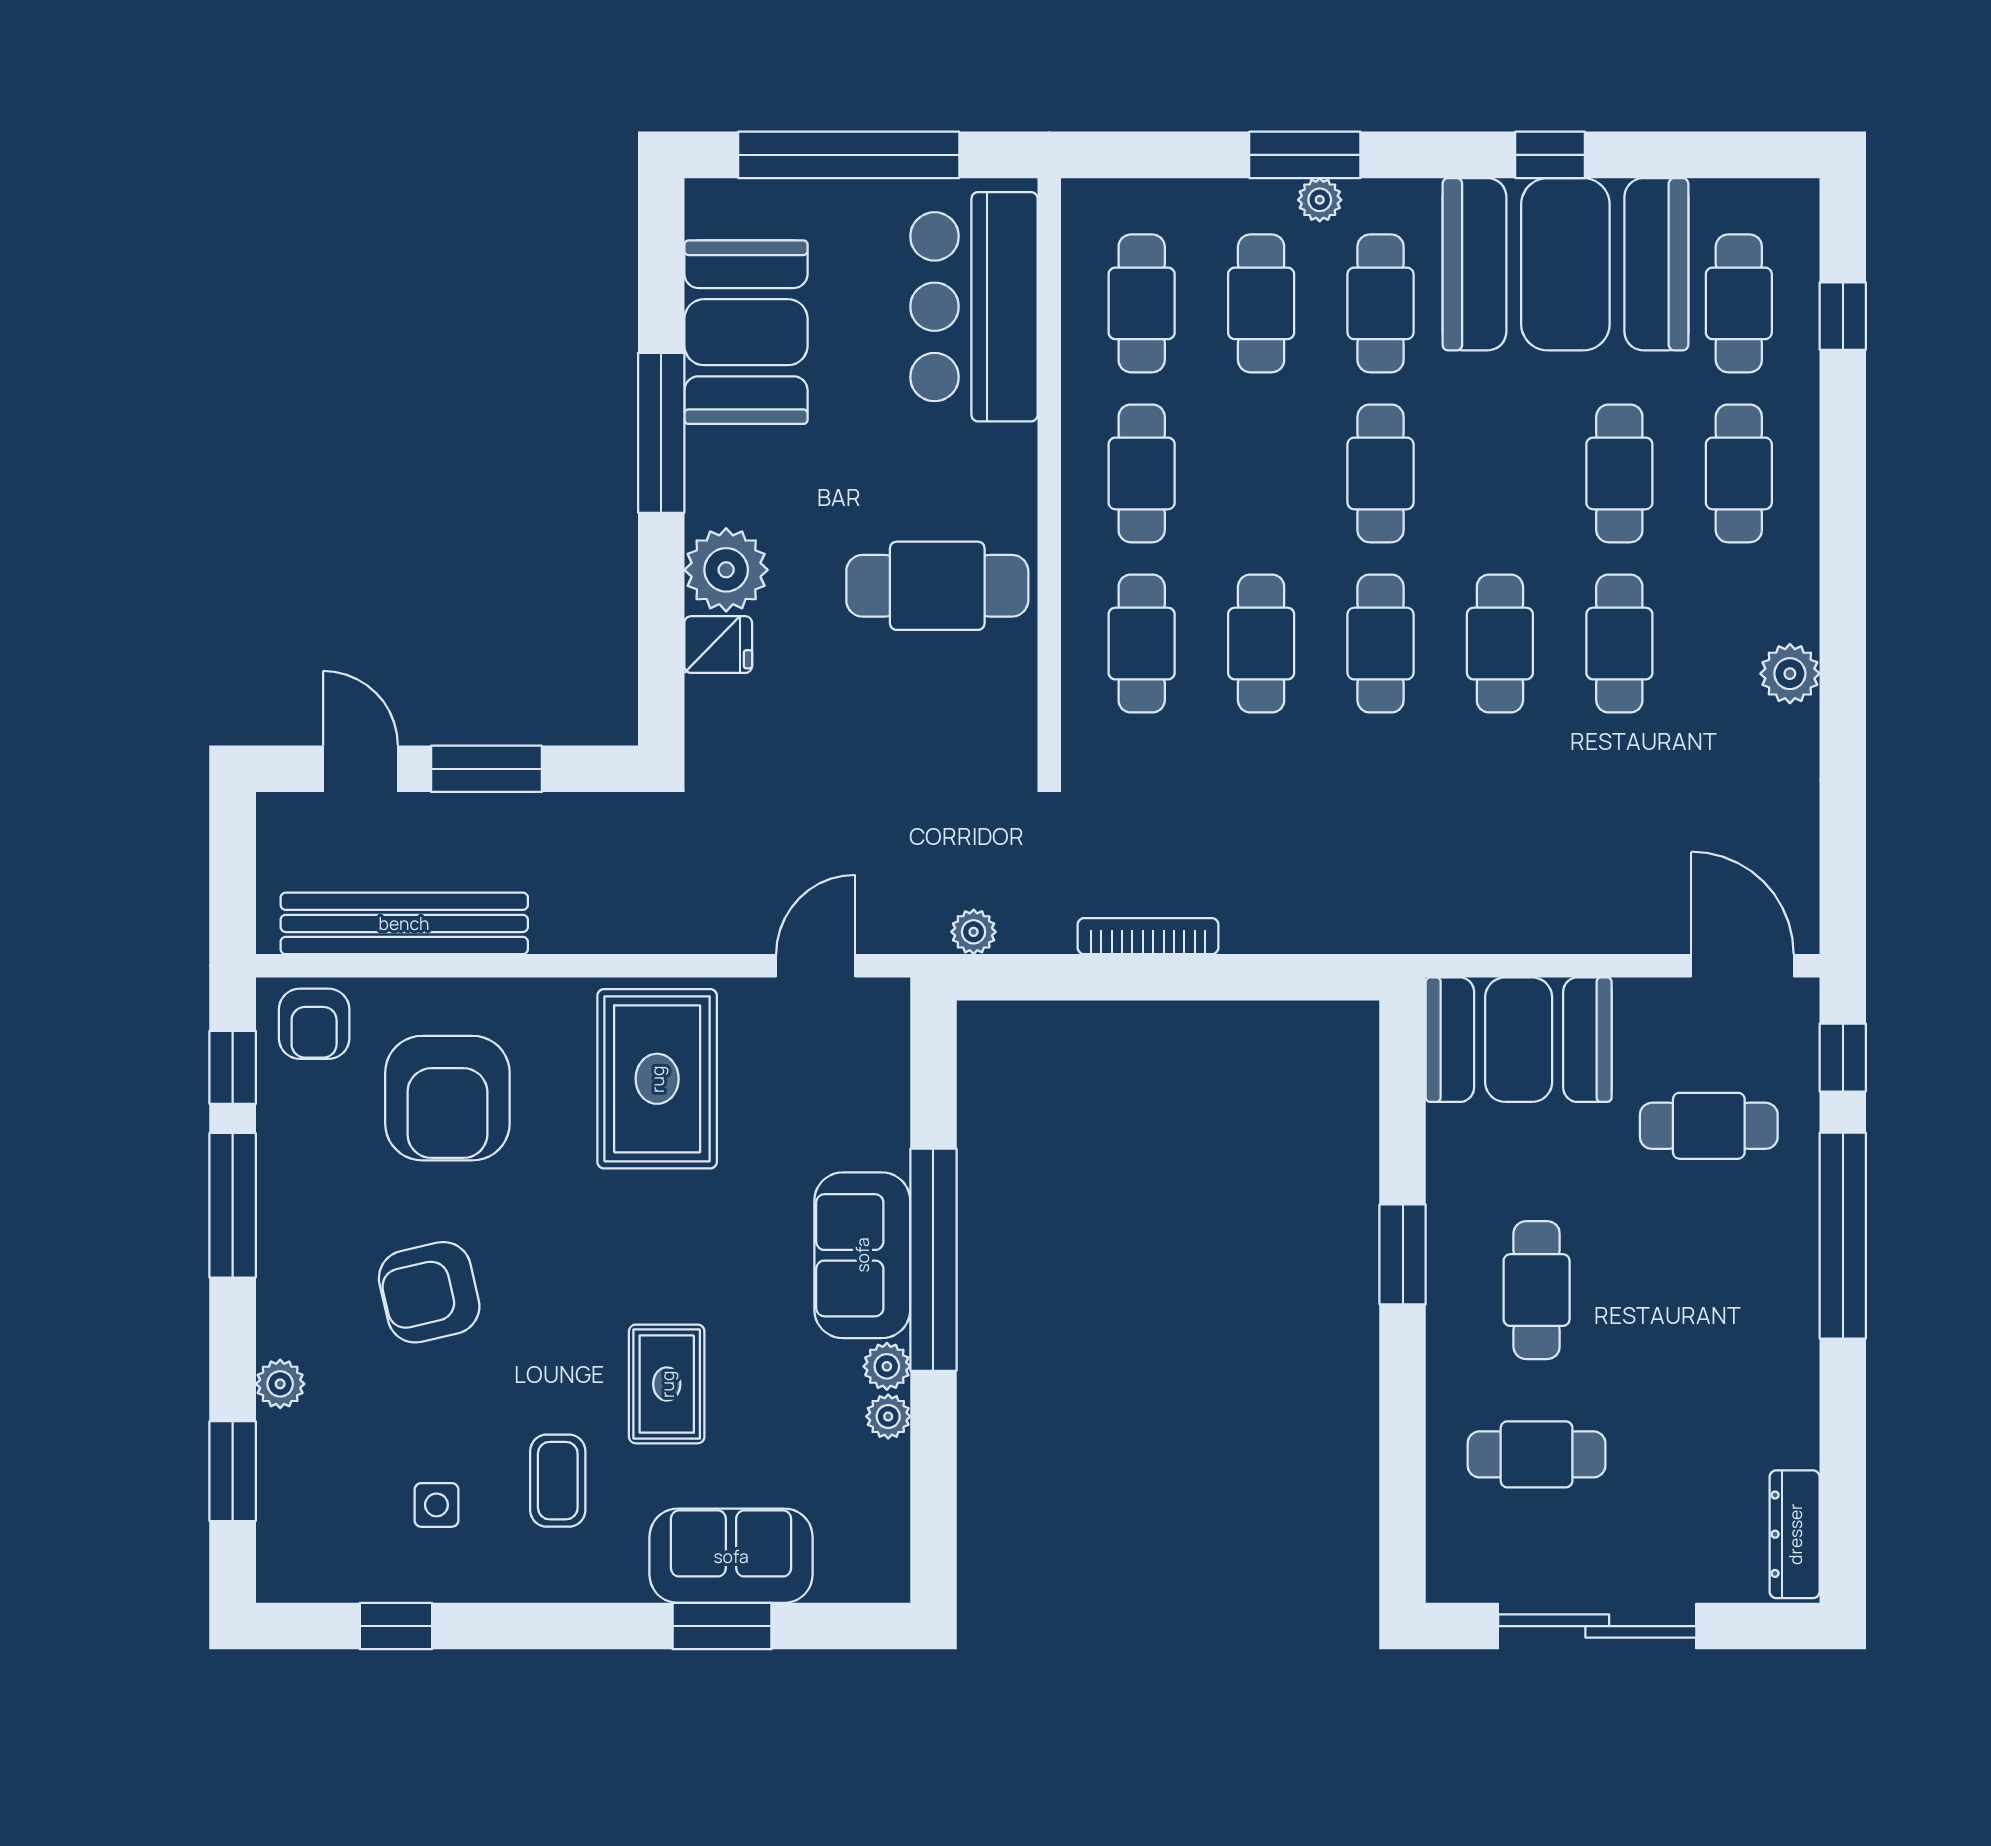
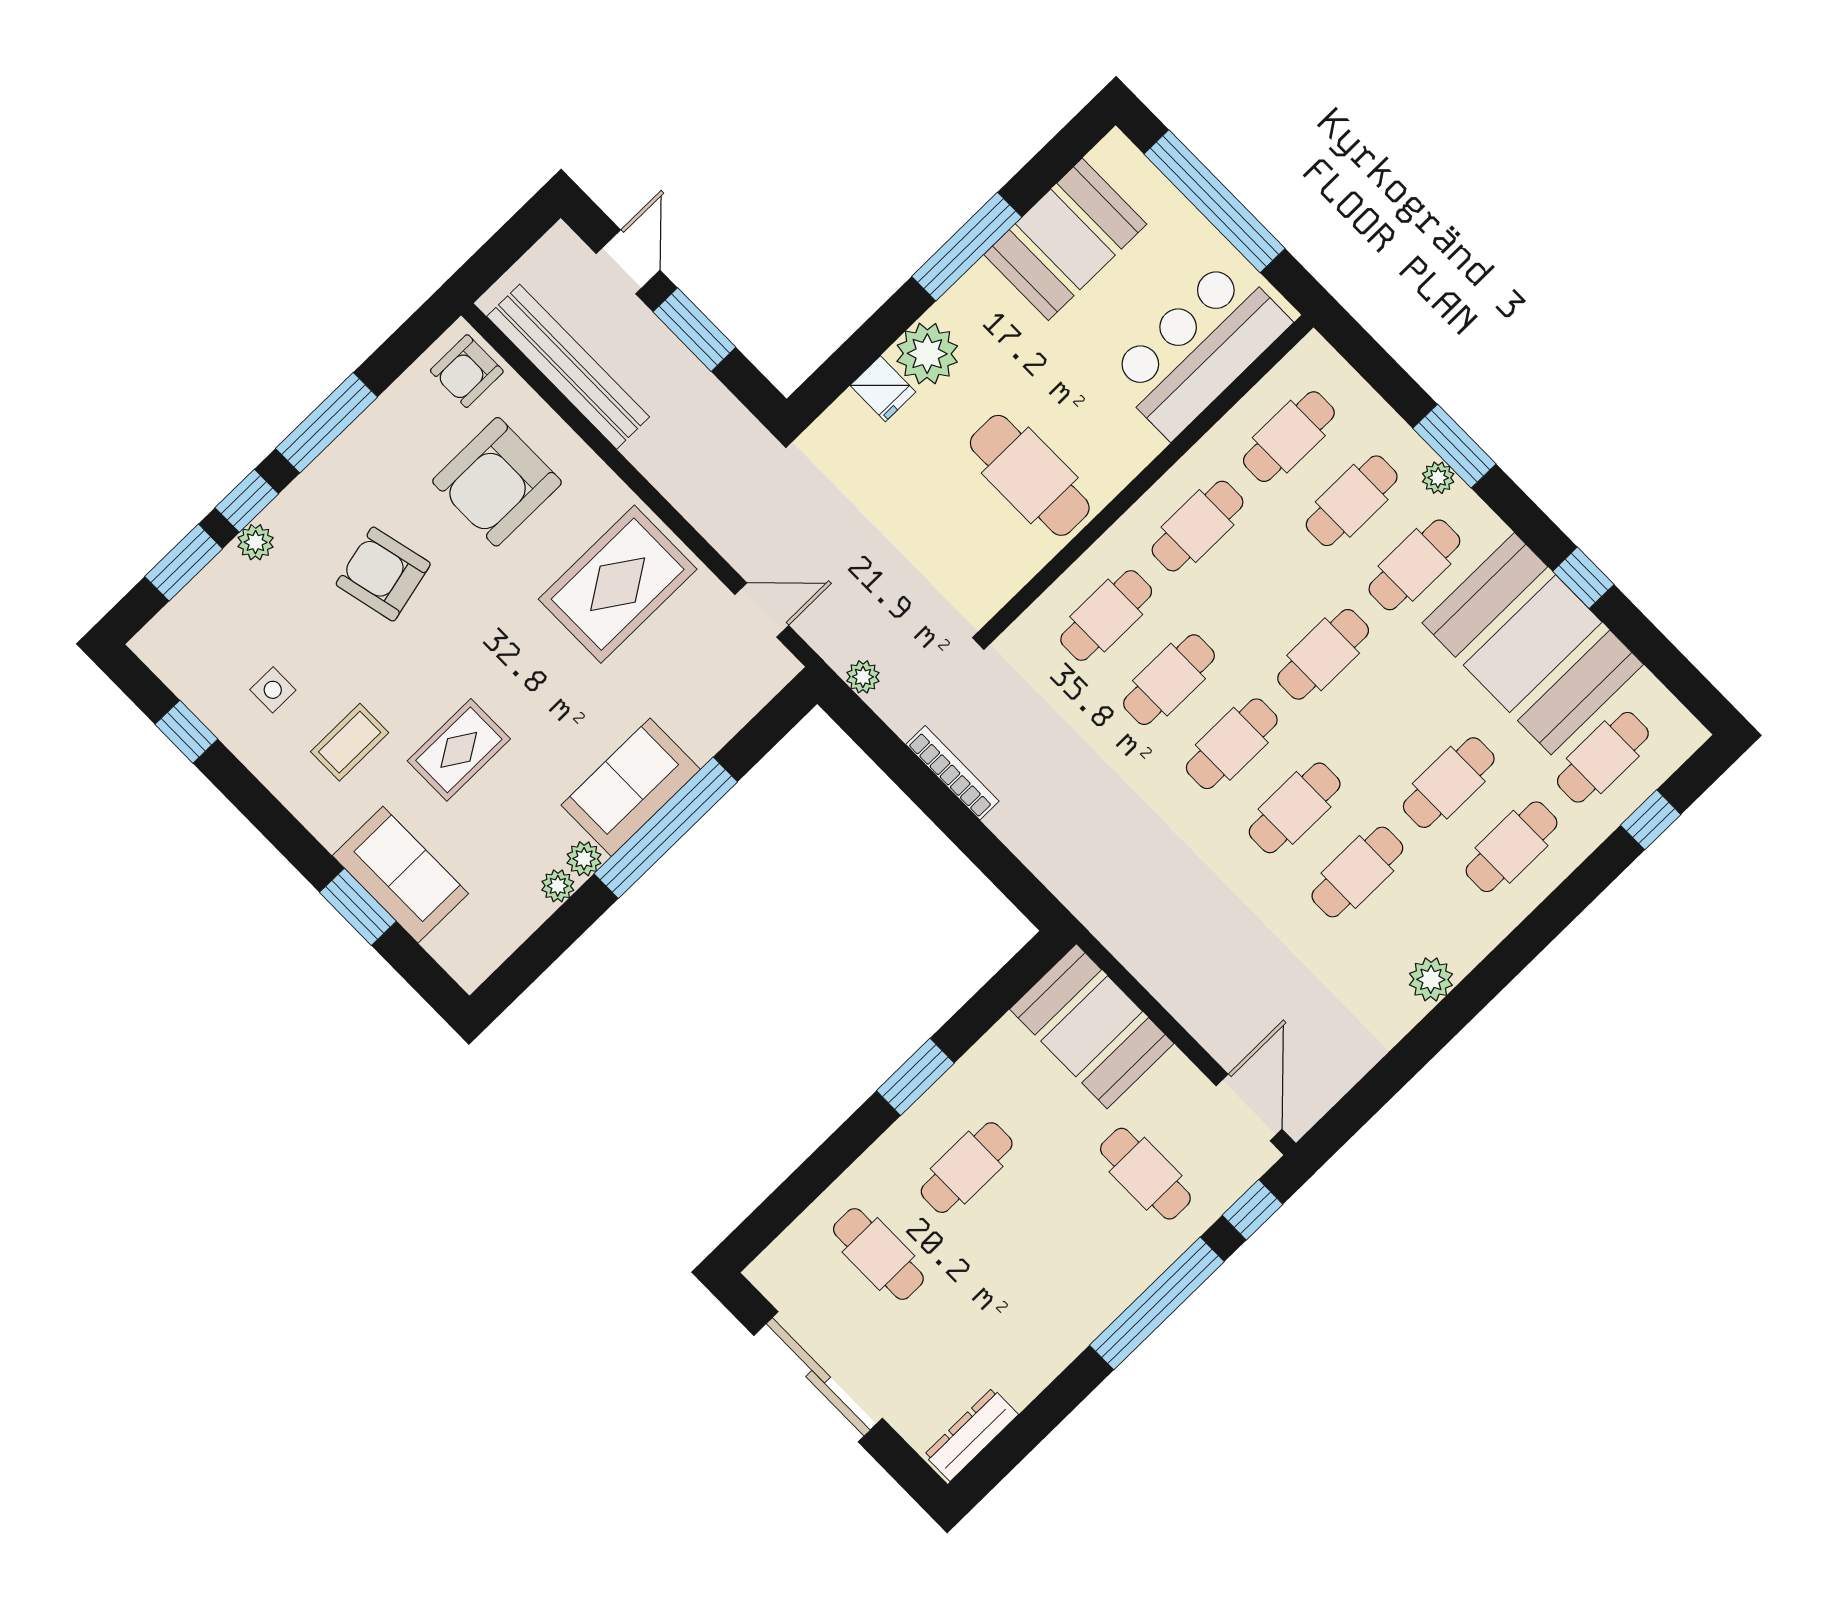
window: (233, 1067) -> (247, 501), moved

